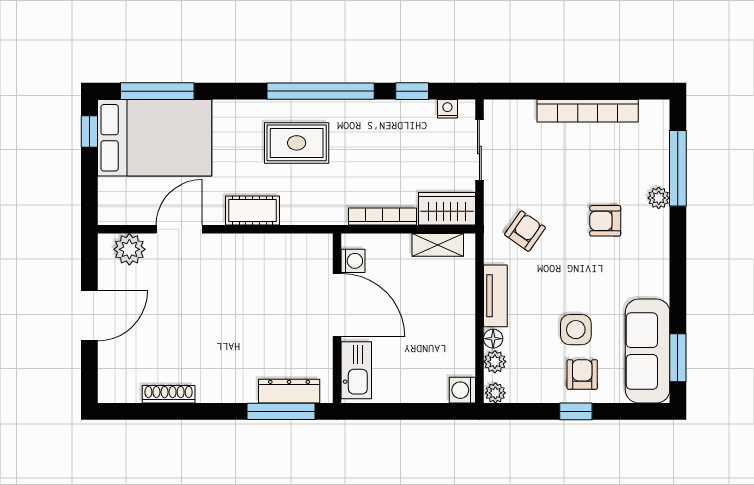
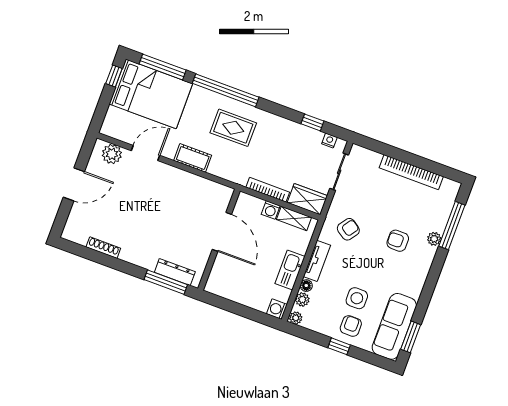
window: (321, 91) -> (226, 90), moved
washing machine: (353, 261) -> (271, 210), moved, turned 90
kitchen sink: (356, 370) -> (290, 270), moved, turned 180

